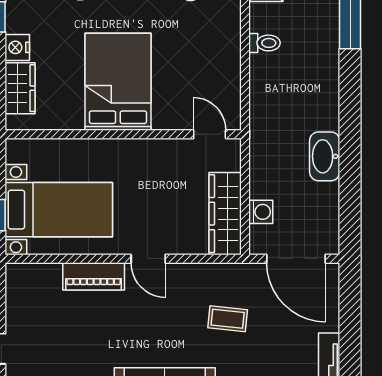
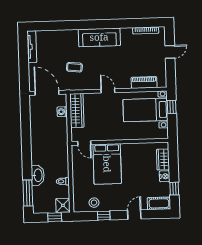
bed: (118, 82) -> (107, 164), moved
washbasin: (325, 156) -> (38, 175), moved
piano: (94, 276) -> (144, 82), moved

